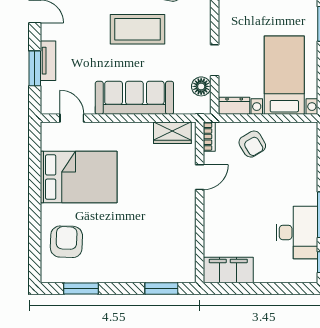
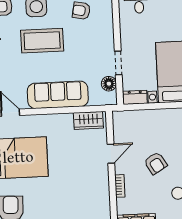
coffee table: (138, 29) -> (42, 41), moved
bookcase: (209, 137) -> (120, 186), moved
armchair: (252, 144) -> (156, 163), moved

